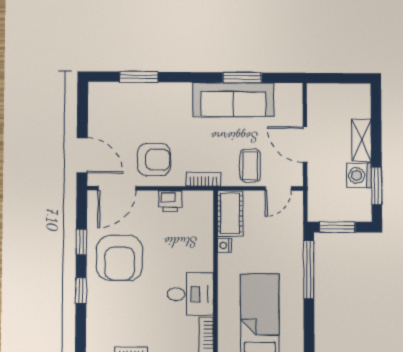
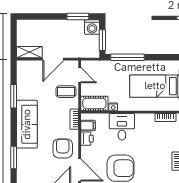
sofa: (233, 100) -> (27, 124), moved
shelving: (362, 140) -> (29, 52), moved
washing machine: (359, 176) -> (92, 27), moved
filing cabinet: (193, 203) -> (88, 126), added
desk: (190, 294) -> (122, 127), moved

